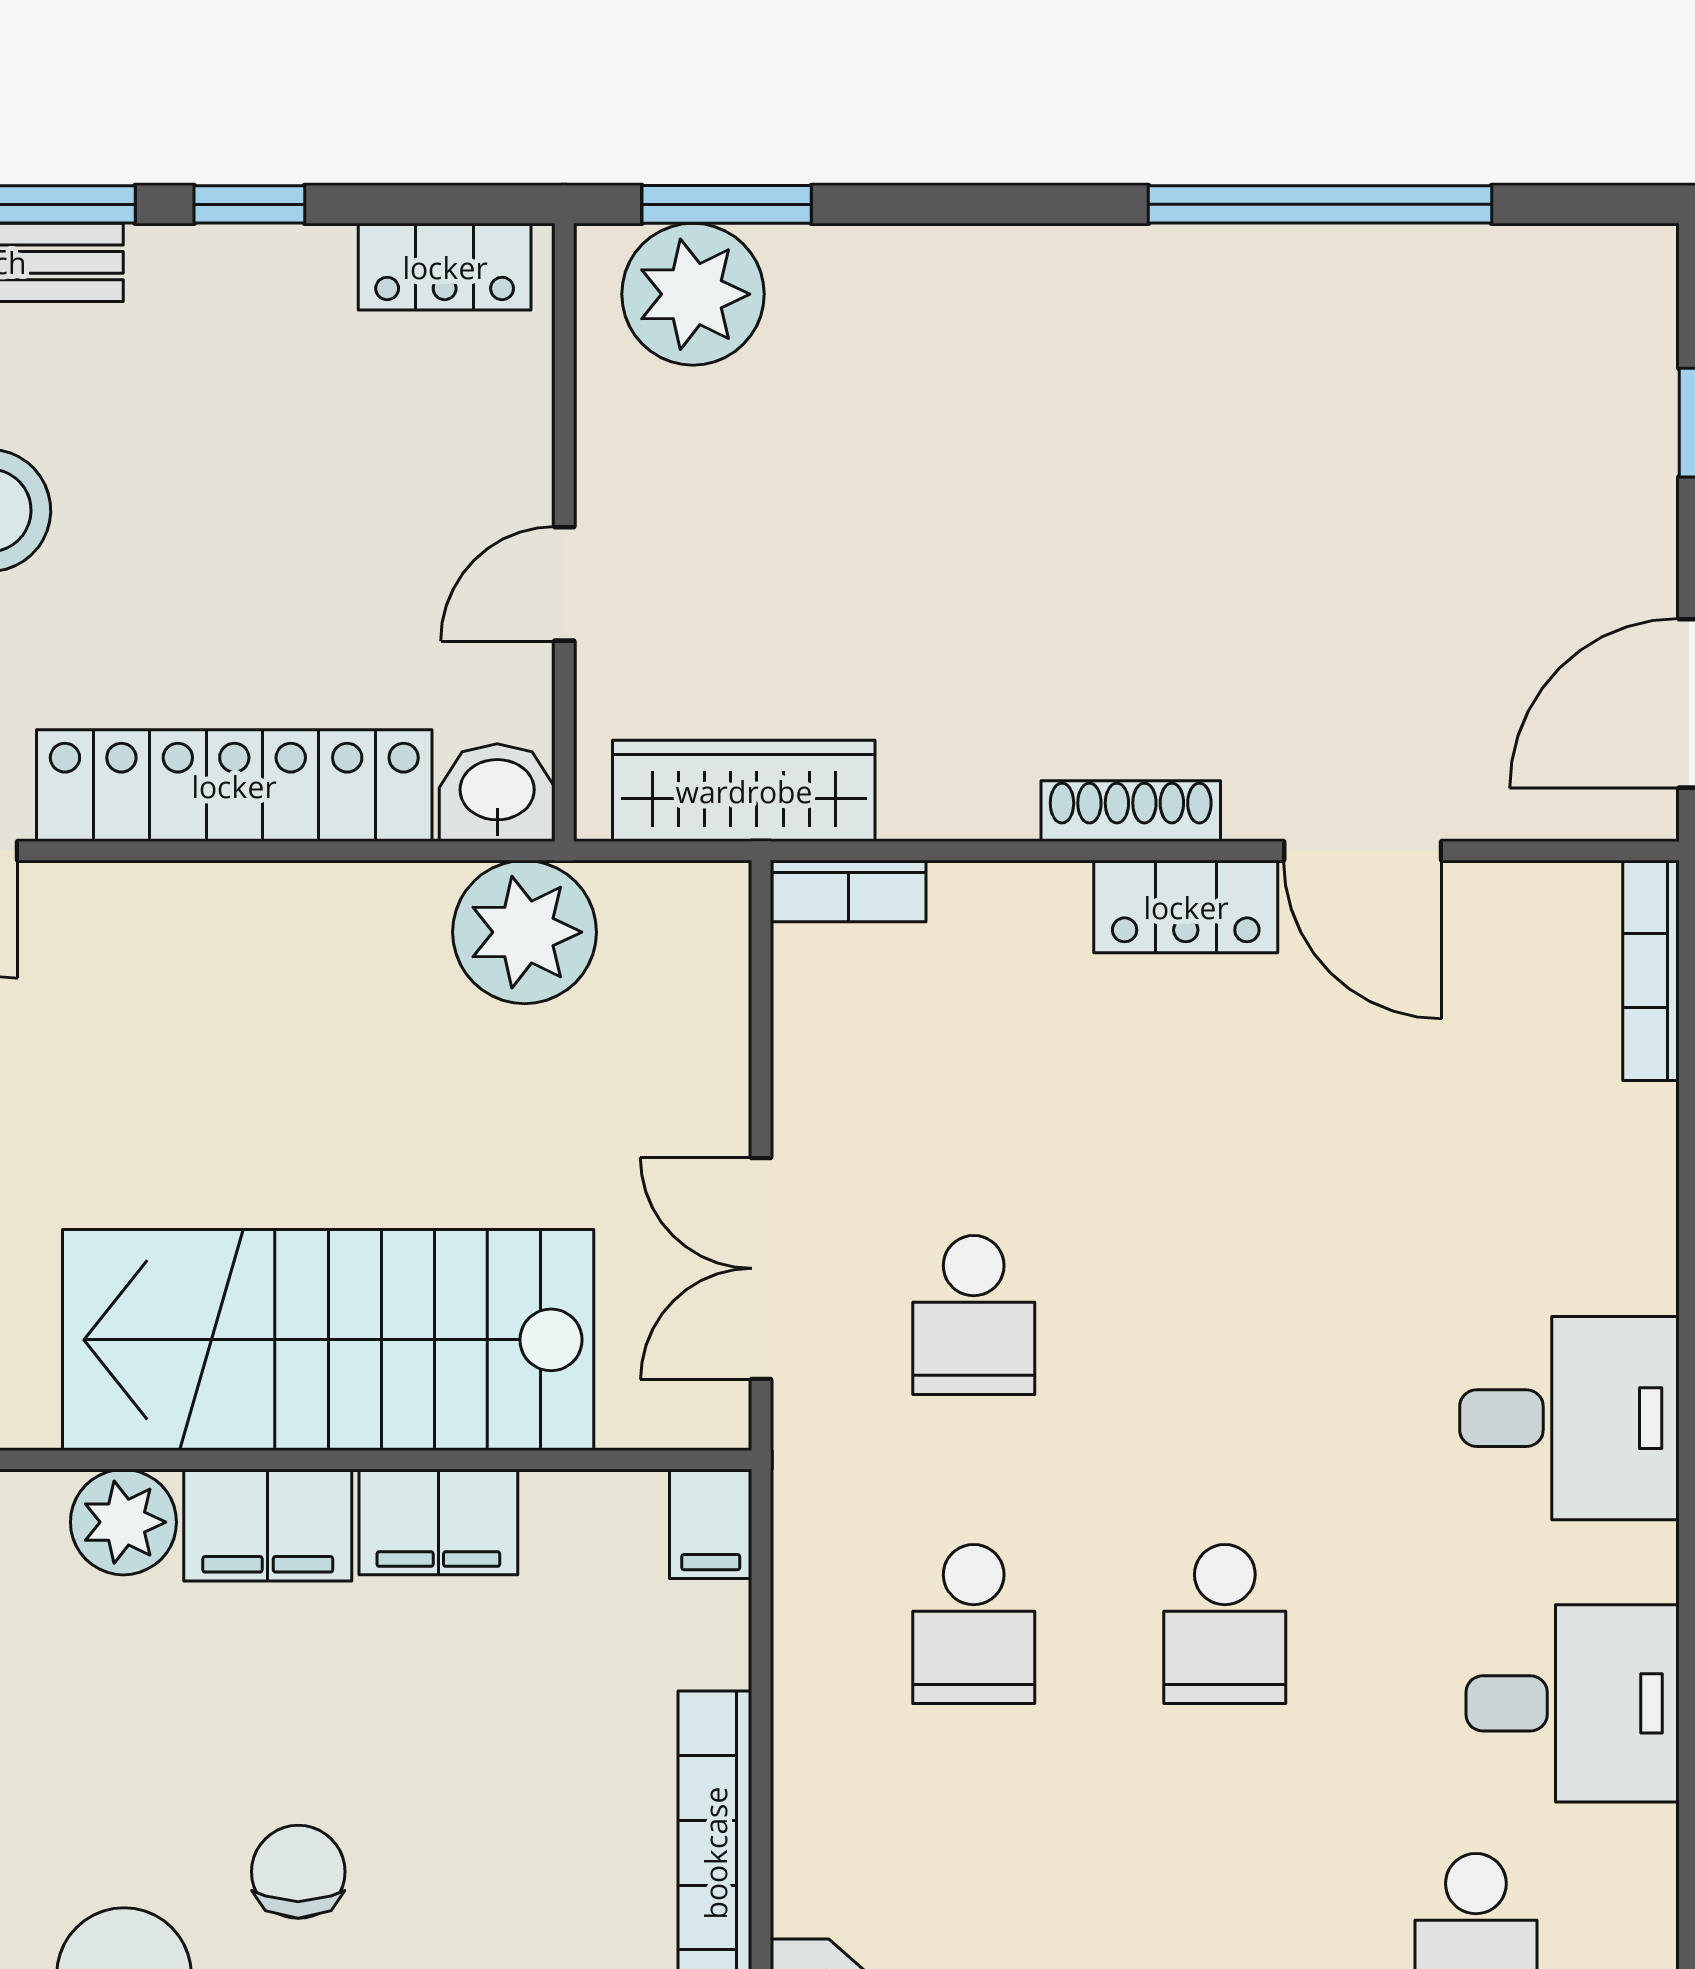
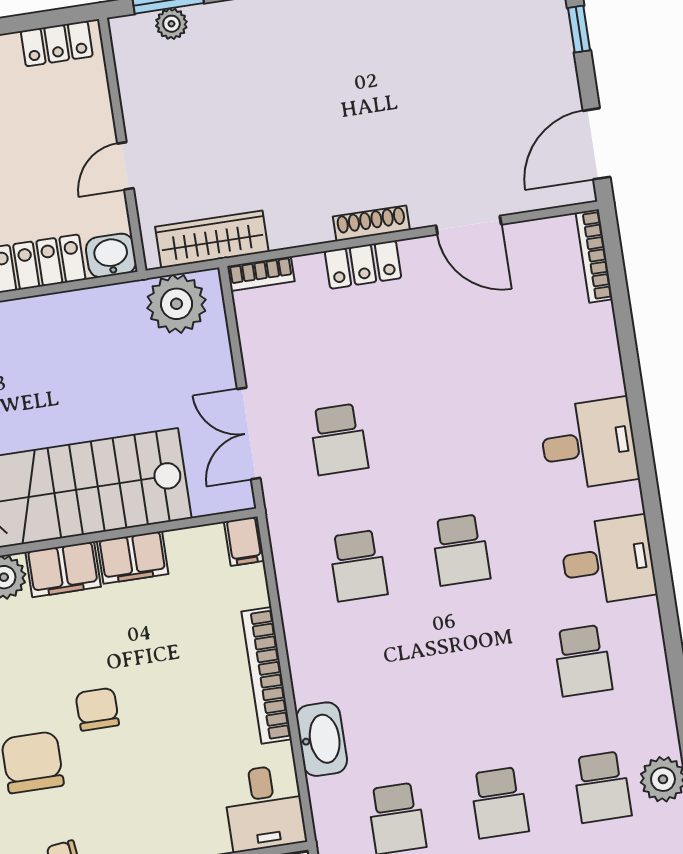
plant: (693, 294) -> (171, 24), width x0.53, depth x0.53
locker: (1186, 907) -> (363, 265), moved
plant: (525, 932) -> (177, 304), moved

